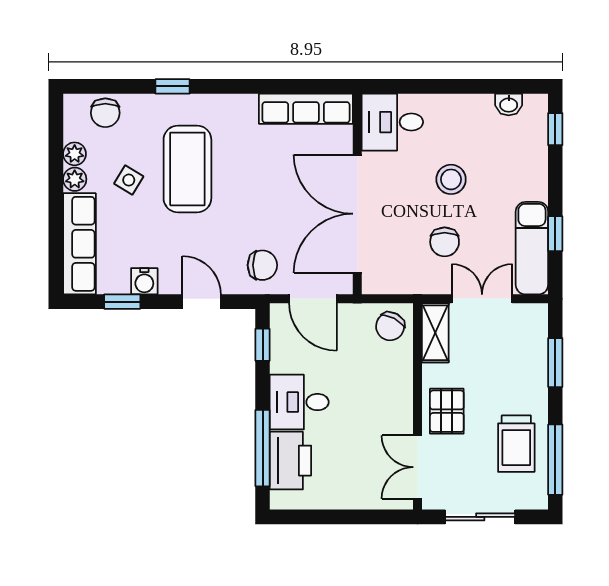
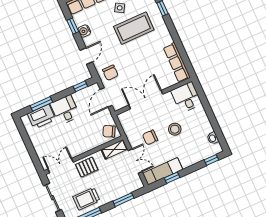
double door: (357, 214) -> (146, 100), width x0.73
window: (263, 448) -> (41, 104), width x0.69

